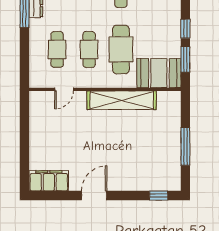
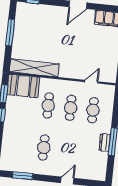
cafe table: (121, 49) -> (48, 105), width x0.73, depth x0.74
shelving: (122, 100) -> (34, 68), moved

